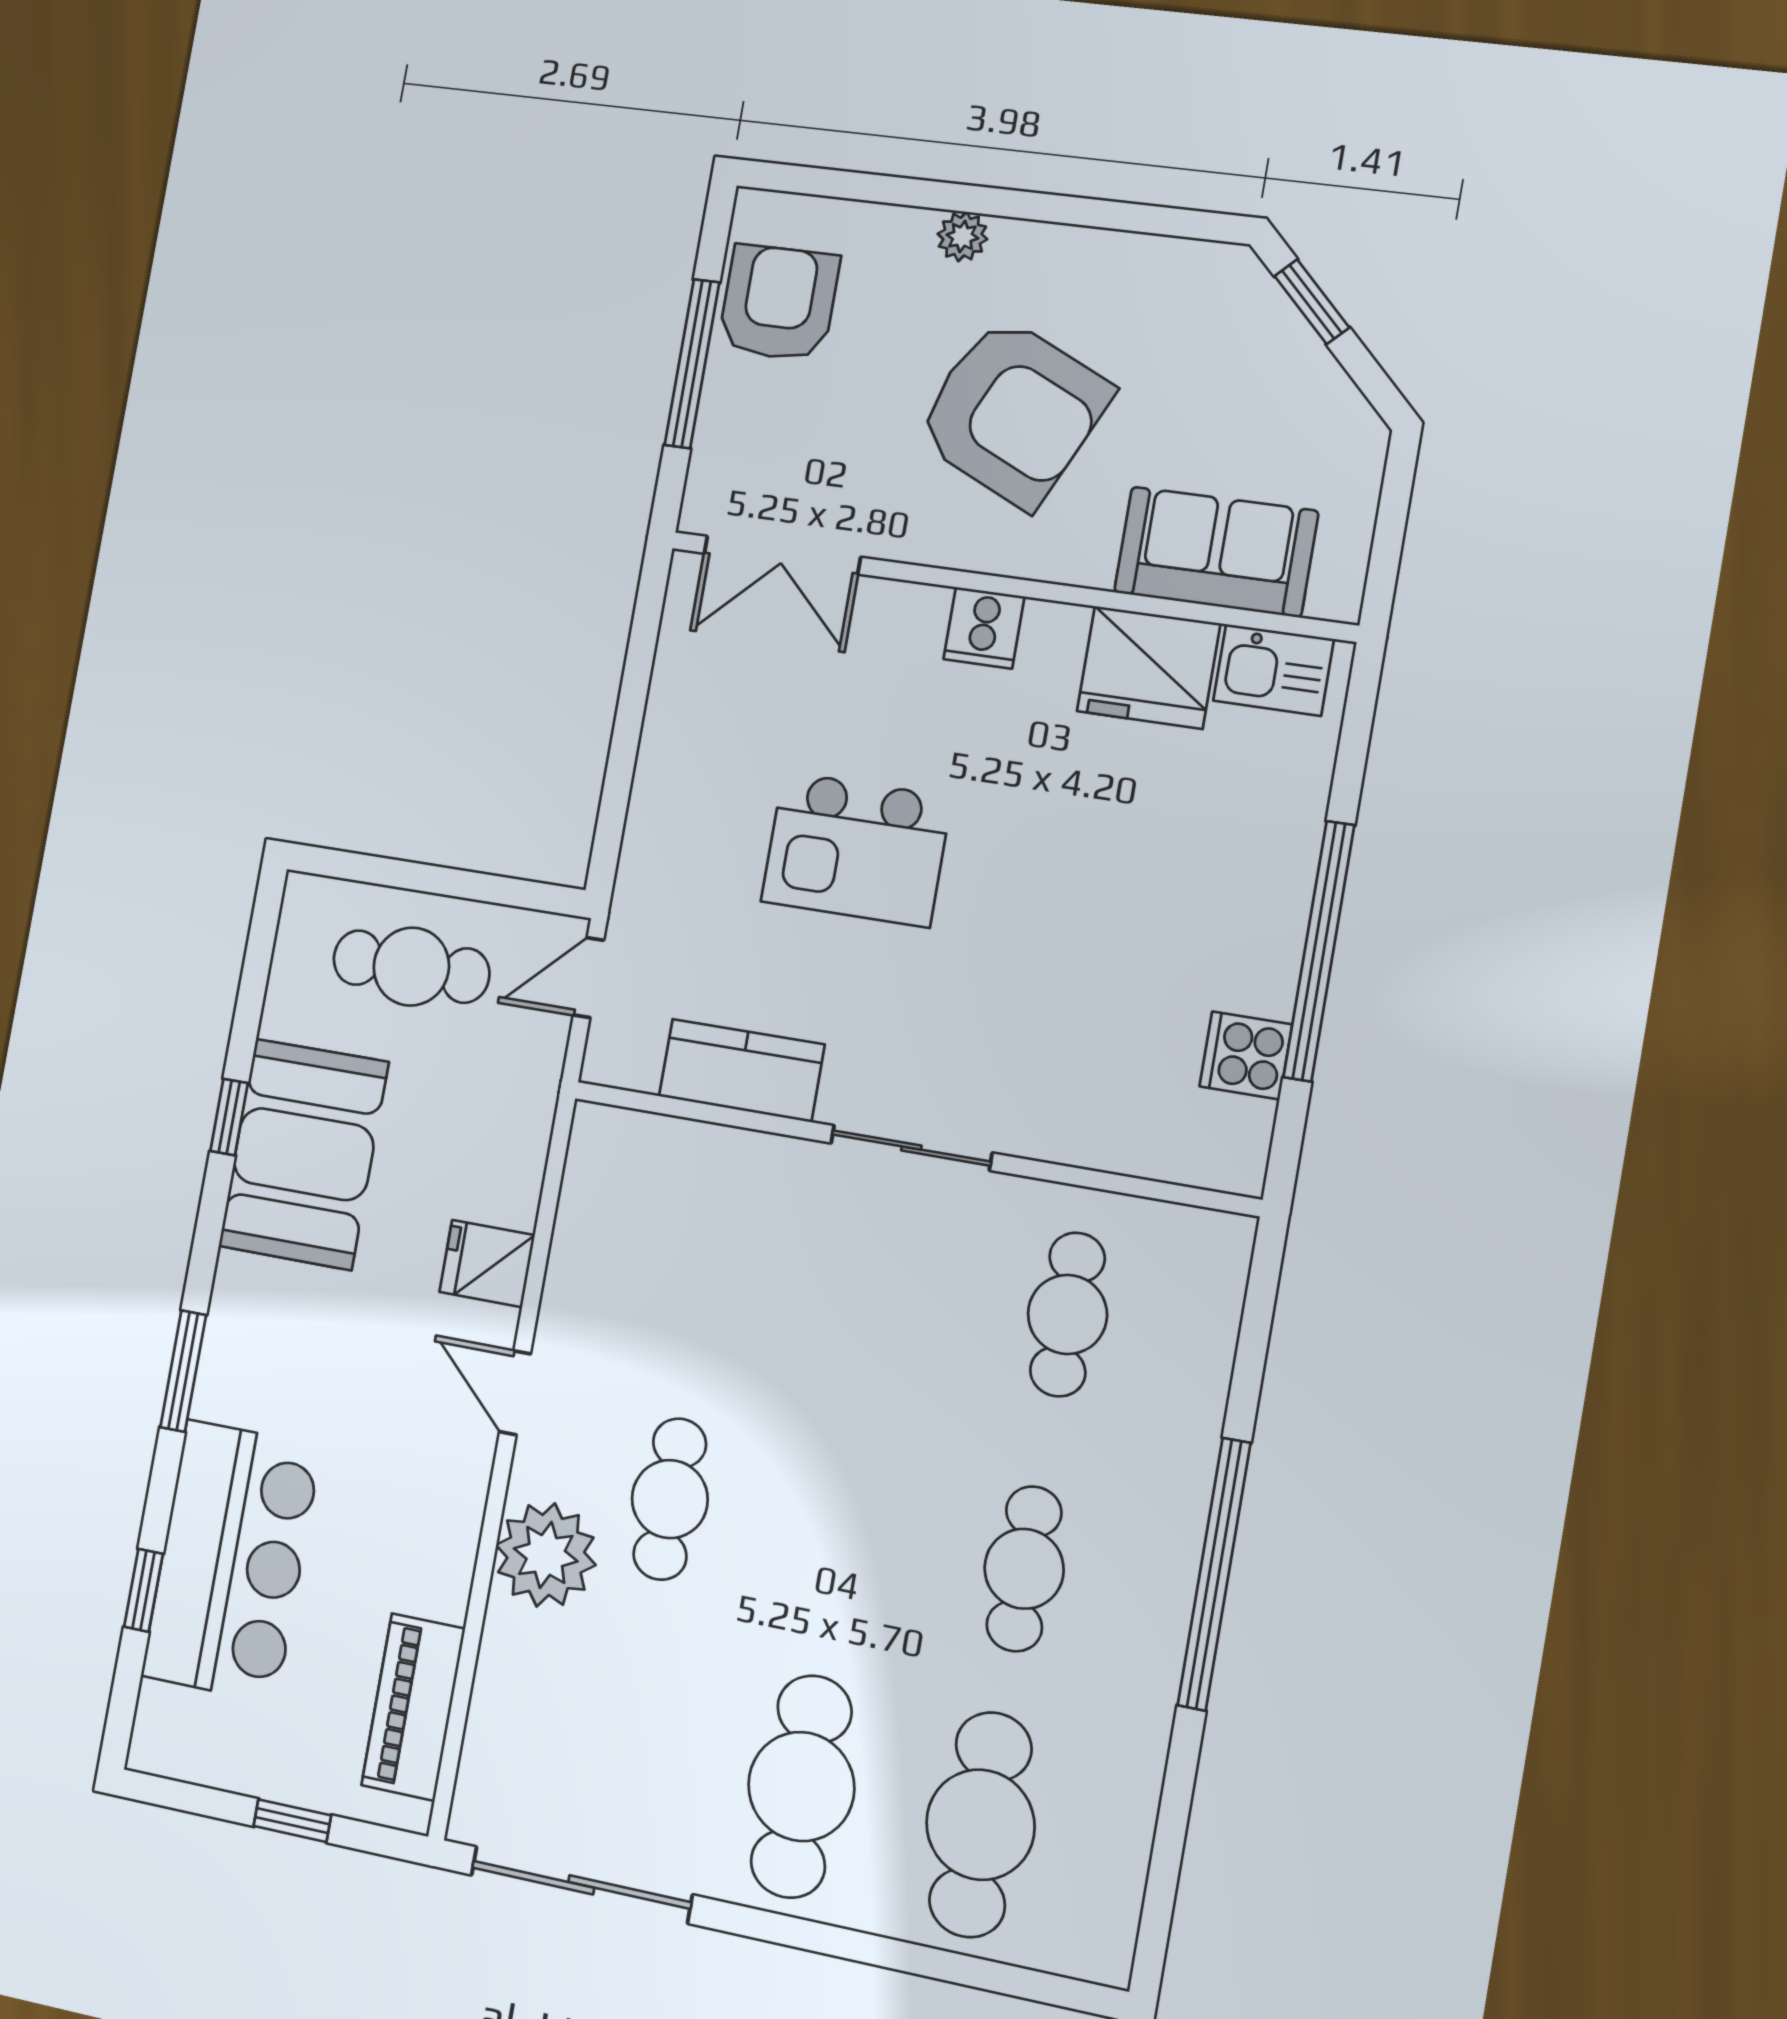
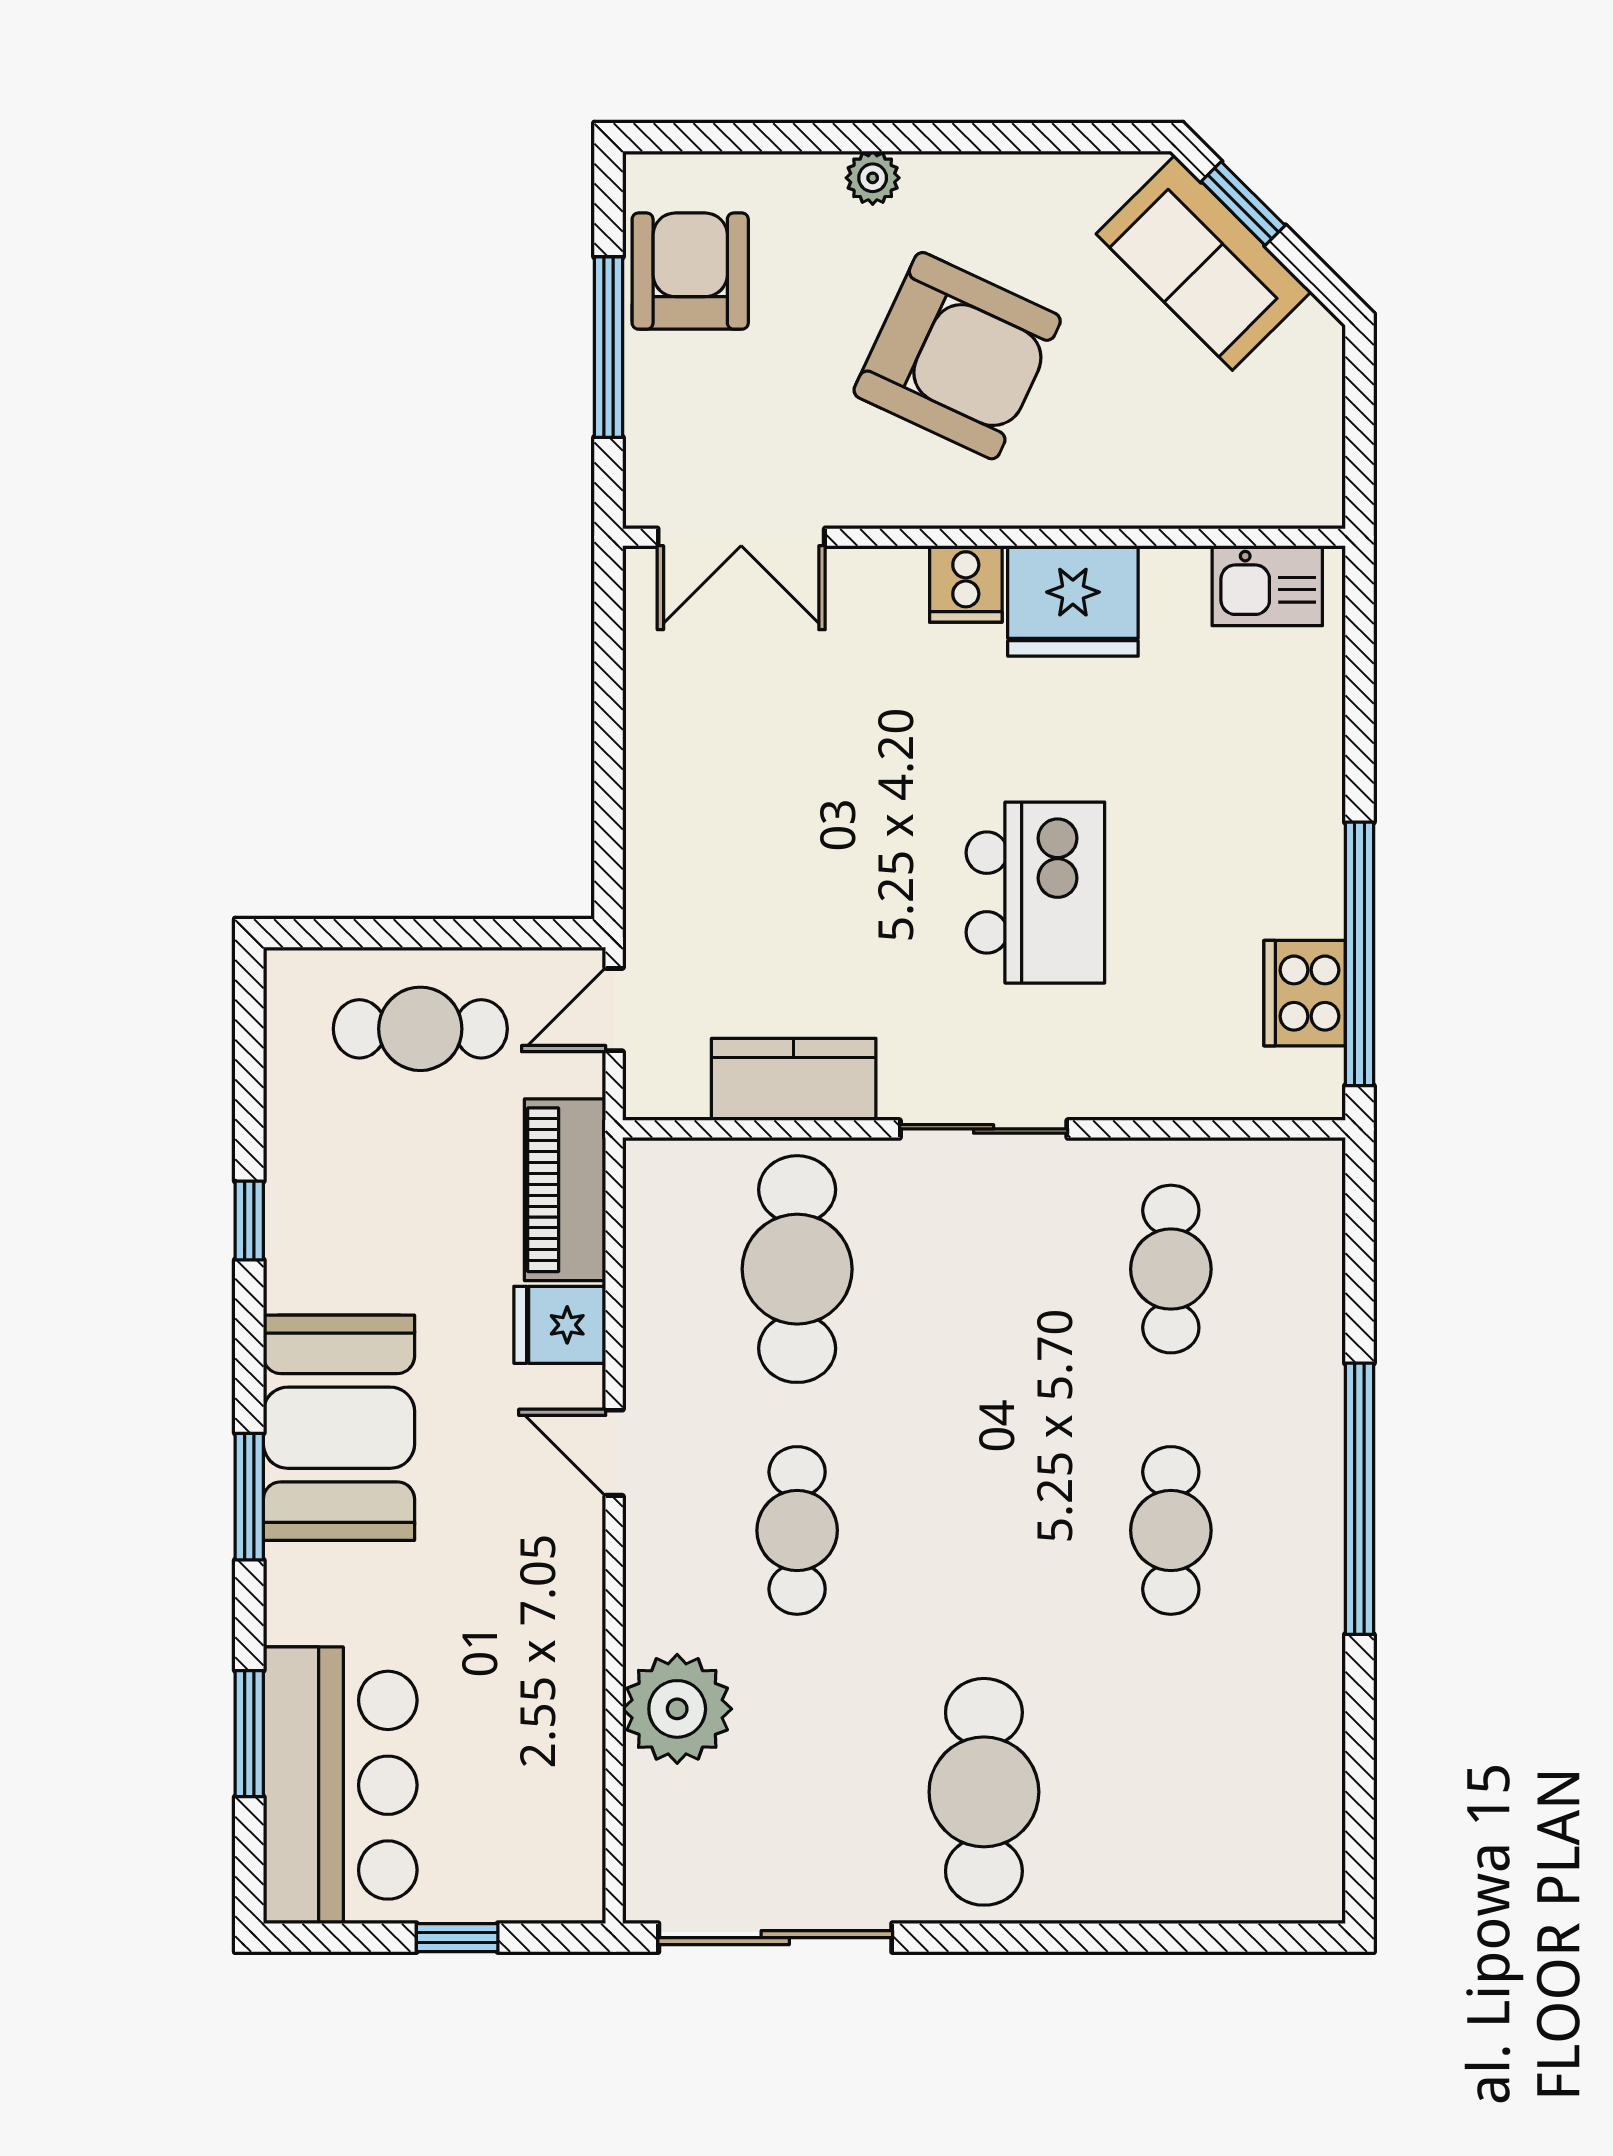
sofa: (1216, 552) -> (1204, 263), moved, turned -135
fridge: (1149, 667) -> (1073, 601), moved
kitchen island: (856, 849) -> (1035, 893), moved, turned -90
window: (1319, 951) -> (1359, 954), moved
cooker: (1246, 1055) -> (1305, 993), width x1.36
booth: (304, 1154) -> (339, 1428), moved
plant: (546, 1555) -> (677, 1709), moved
bar counter: (231, 1561) -> (340, 1785), moved
window: (143, 1590) -> (249, 1734), width x1.50
piano: (413, 1707) -> (565, 1190), moved
cafe table: (980, 1825) -> (797, 1269), moved

